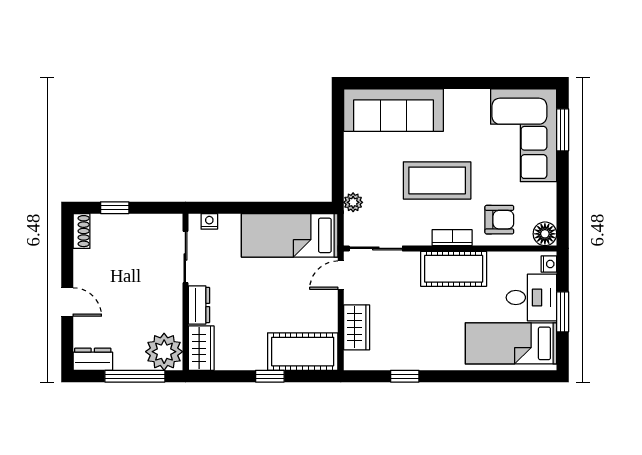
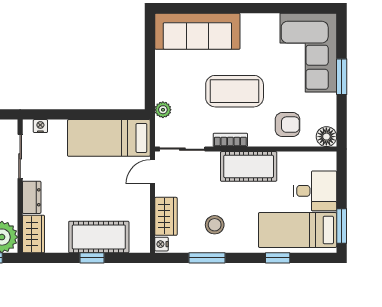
window: (563, 130) -> (342, 77), moved
bookcase: (452, 238) -> (230, 140), moved
nightstand: (549, 264) -> (161, 244), moved, turned 180
window: (563, 312) -> (342, 226), moved
stool: (414, 337) -> (215, 225), added
cot: (303, 352) -> (99, 237), moved
window: (405, 376) -> (207, 258), width x1.50
window: (488, 376) -> (278, 258), added

